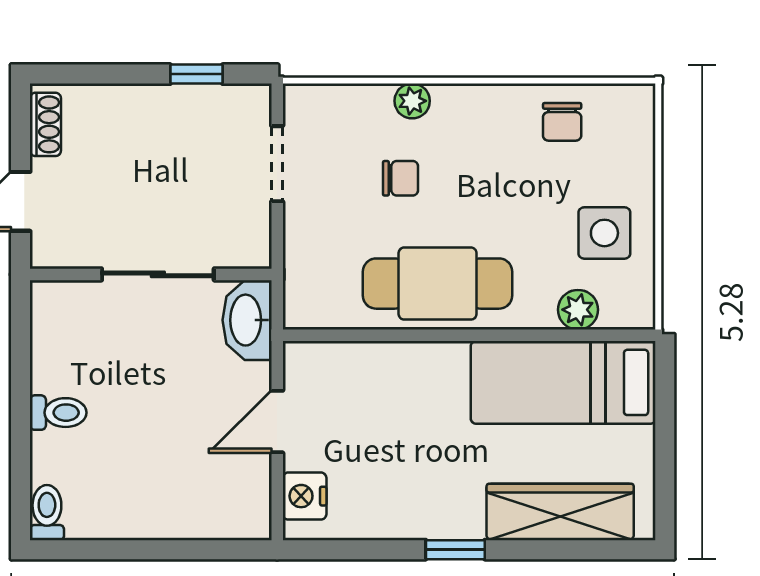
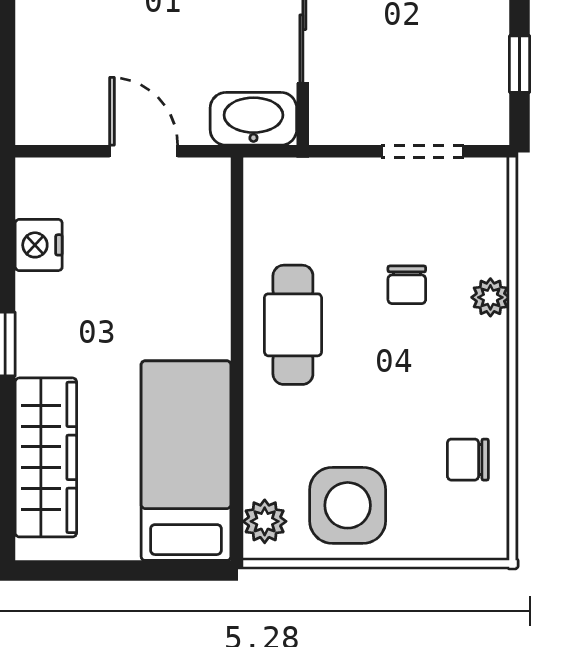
side table: (604, 233) -> (348, 505), width x1.37, depth x1.37
cafe table: (438, 284) -> (293, 325), width x0.73, depth x0.74
plant: (578, 310) -> (265, 521), moved
nightstand: (305, 496) -> (39, 245), moved, turned -90

